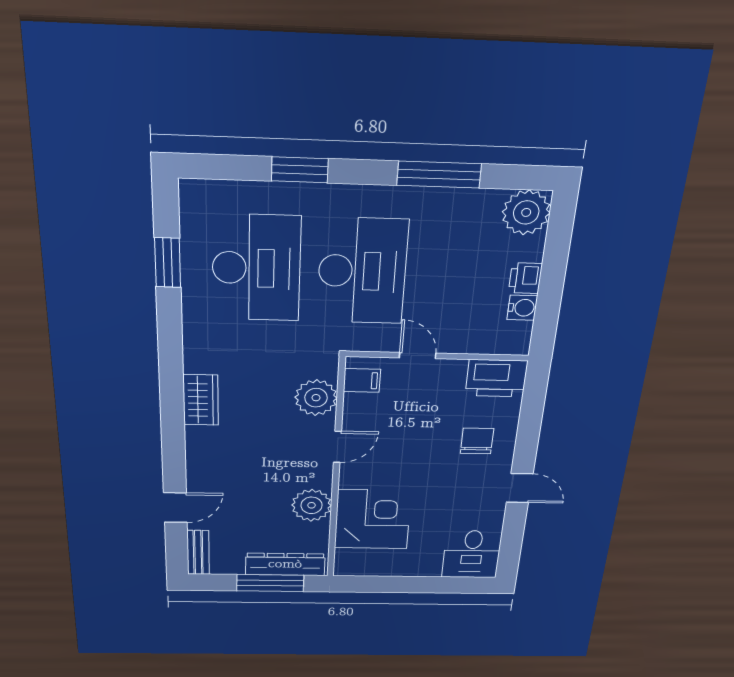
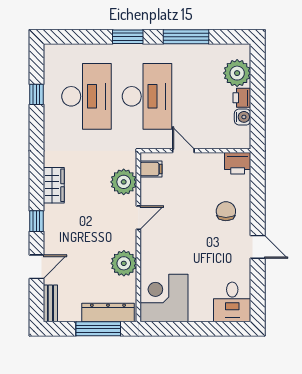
window: (300, 170) -> (128, 37), moved
plant: (526, 212) -> (237, 73), moved
window: (168, 263) -> (36, 94), width x0.67
printer: (496, 378) -> (238, 163), width x0.73, depth x0.84
window: (173, 448) -> (36, 221), added
corner desk: (373, 519) -> (164, 298), moved, turned -90

